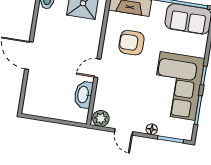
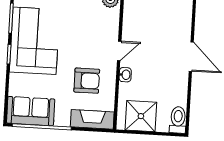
washbasin: (83, 95) -> (125, 75), moved, width x0.52, depth x0.69

